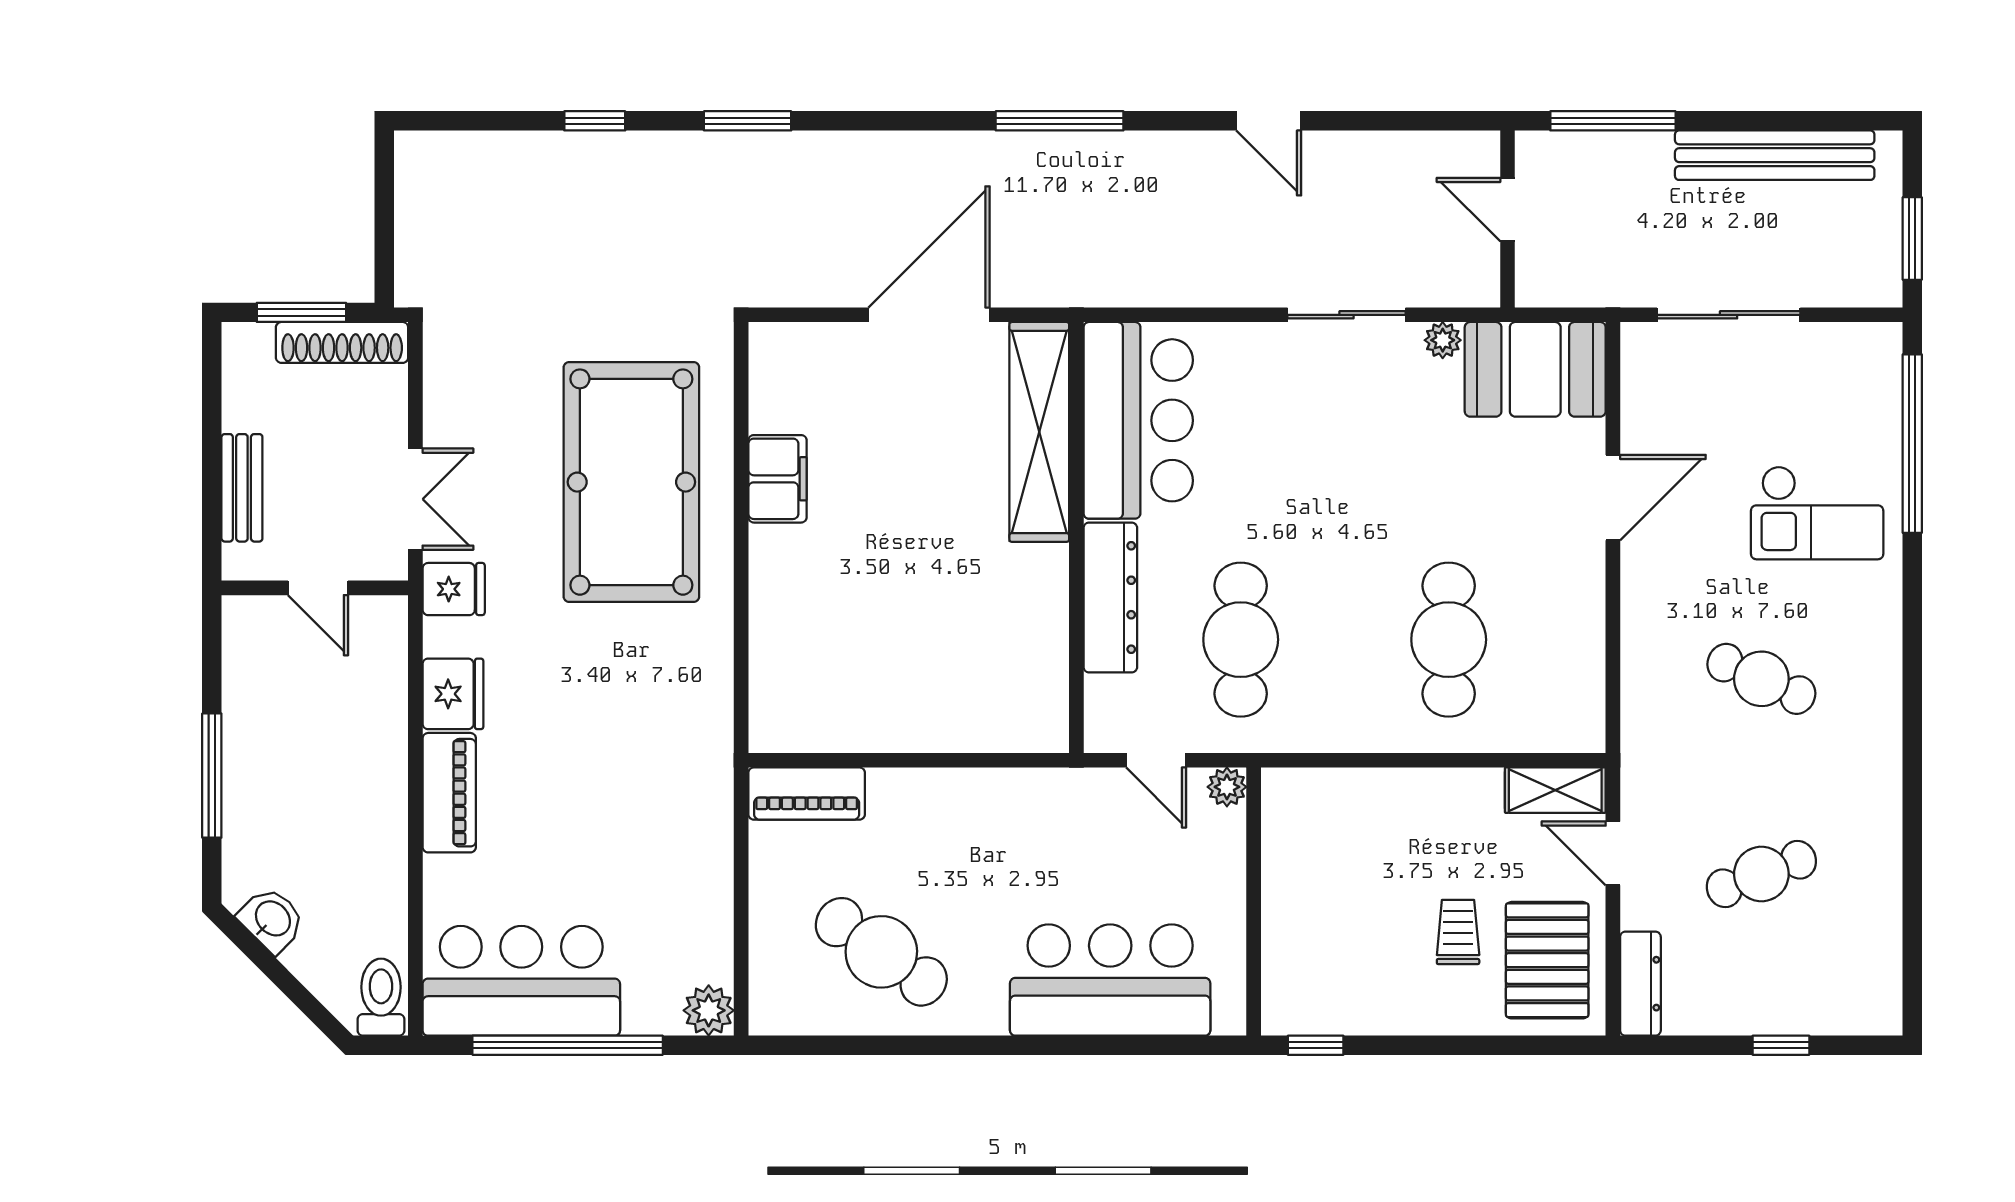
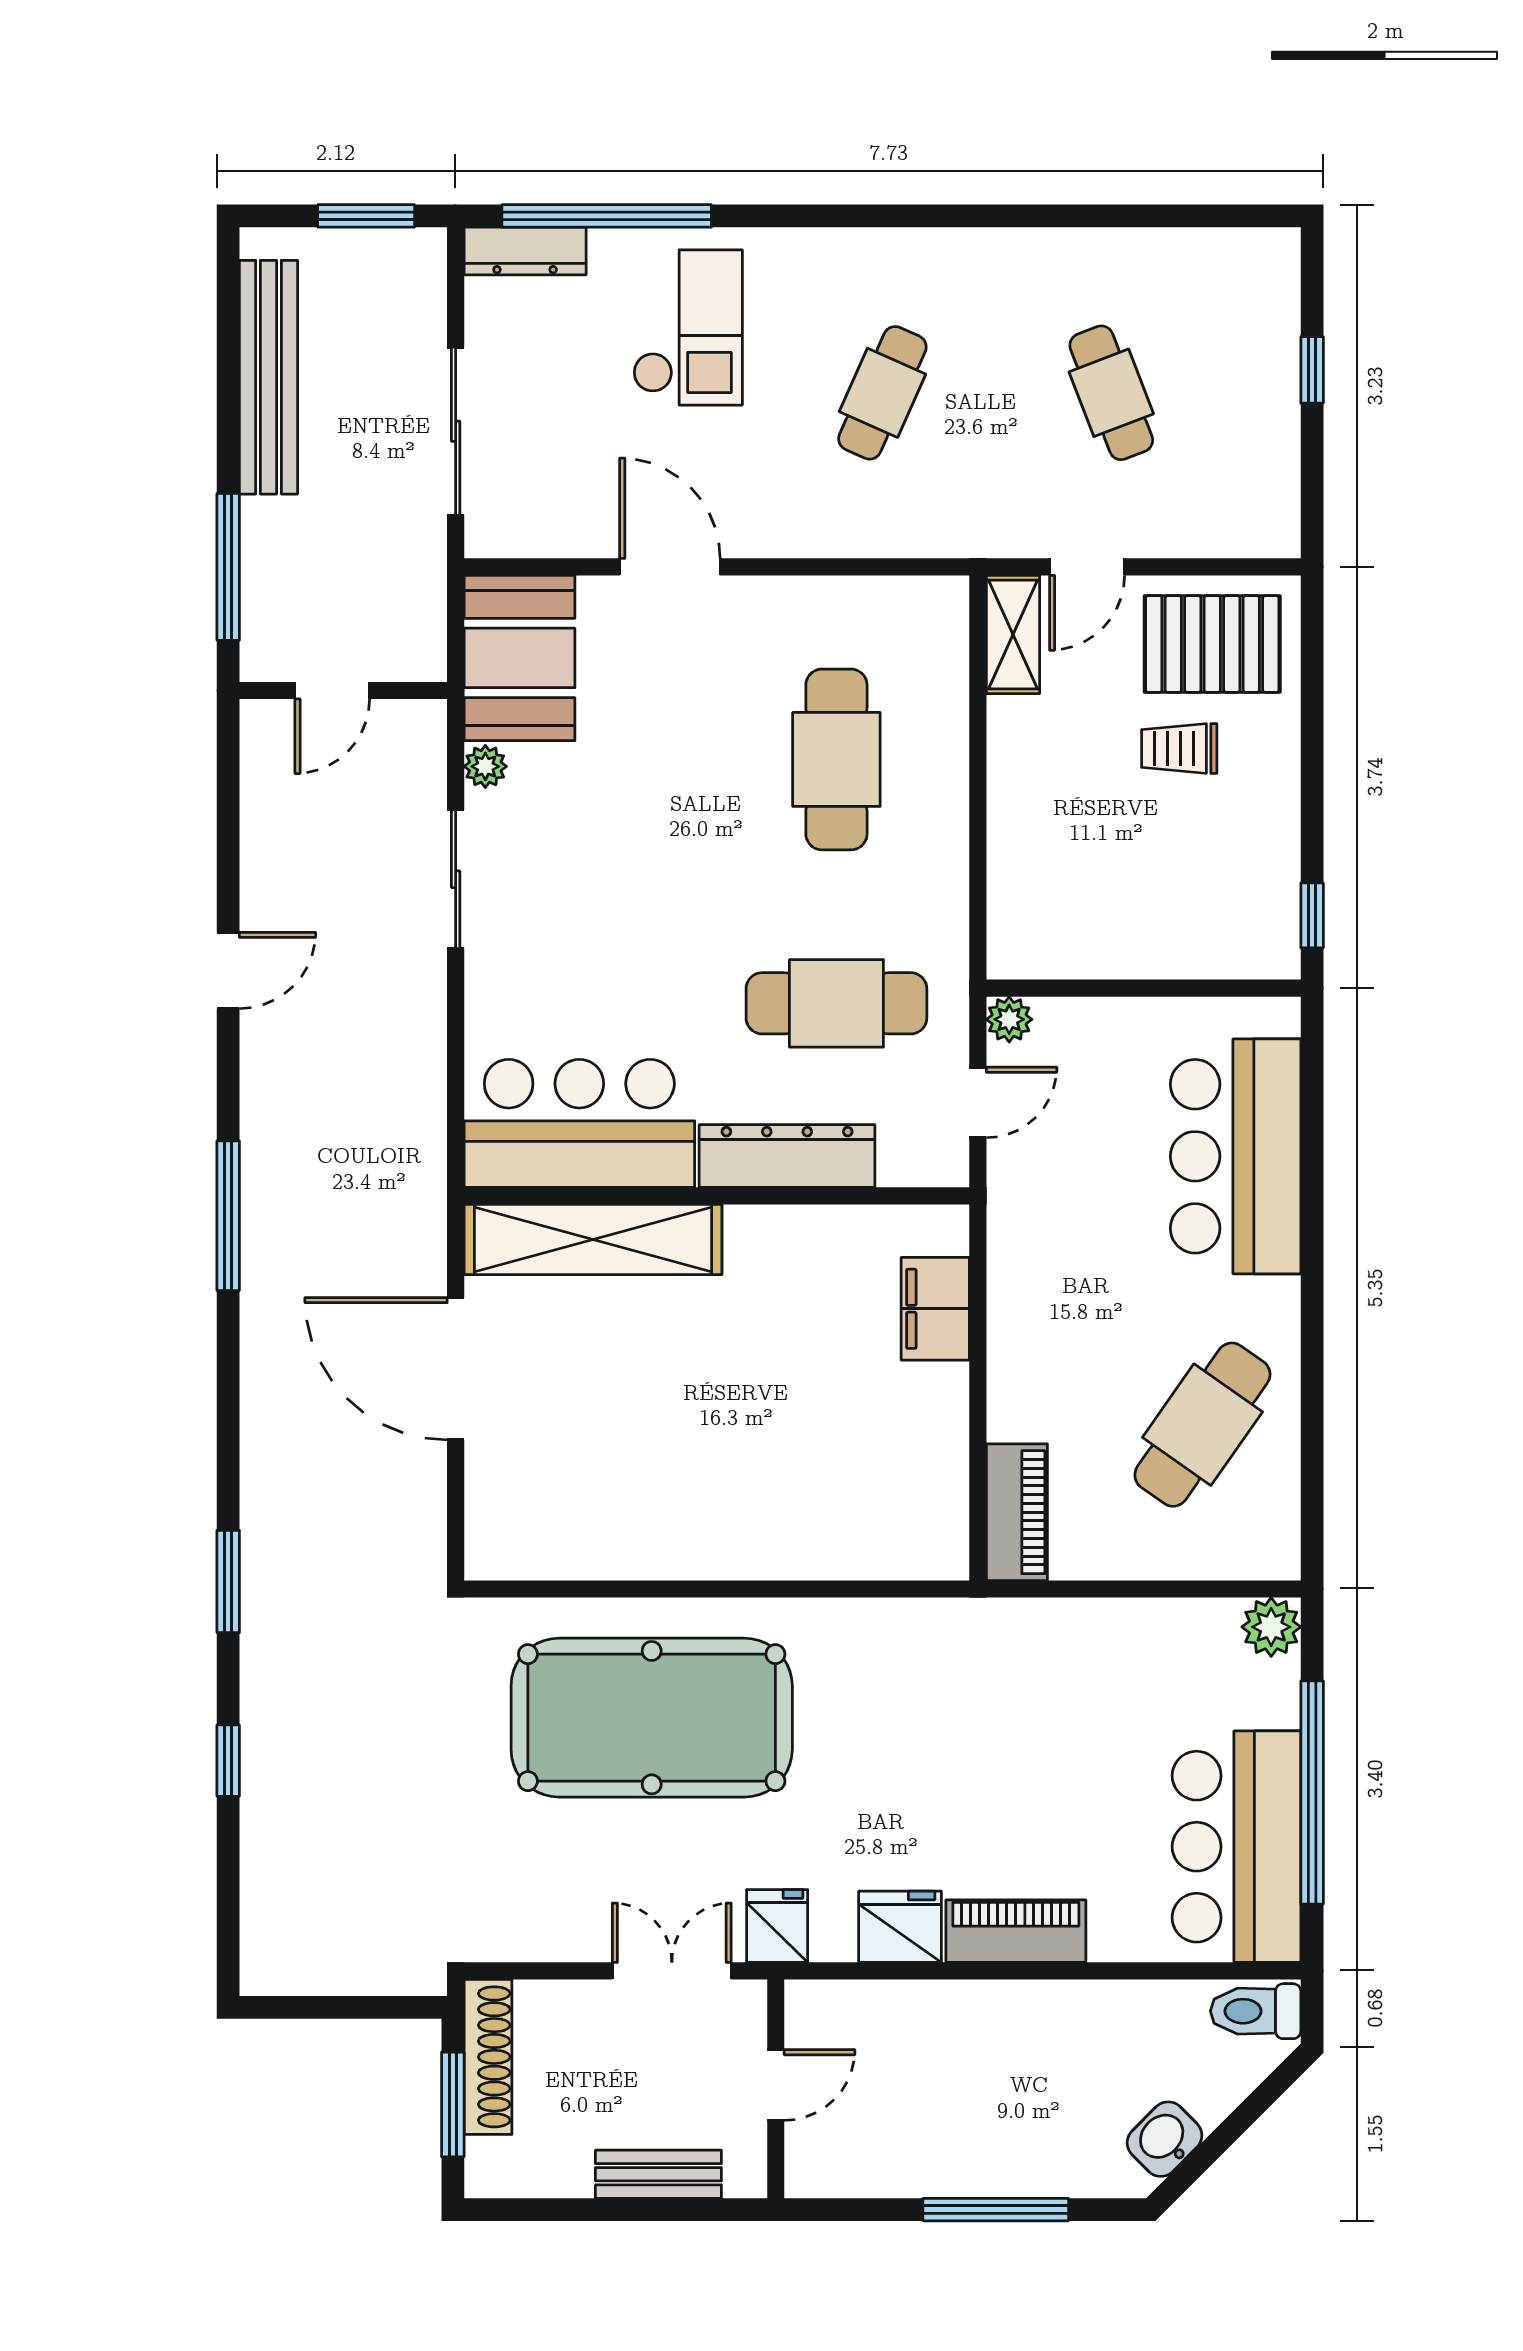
filing cabinet: (777, 479) -> (935, 1309), moved, turned -90
cafe table: (1449, 640) -> (836, 759), turned 90
dresser: (1640, 984) -> (525, 251), moved, turned 180

